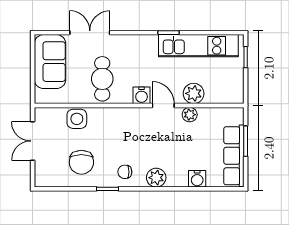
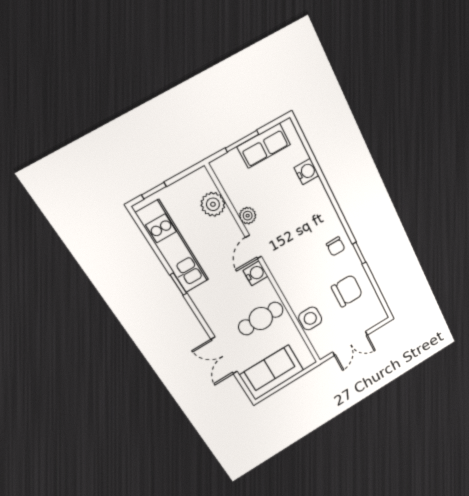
plant: (194, 93) -> (213, 204), moved
row of seats: (234, 156) -> (264, 146), width x0.68
plant: (156, 178) -> (326, 213), removed

